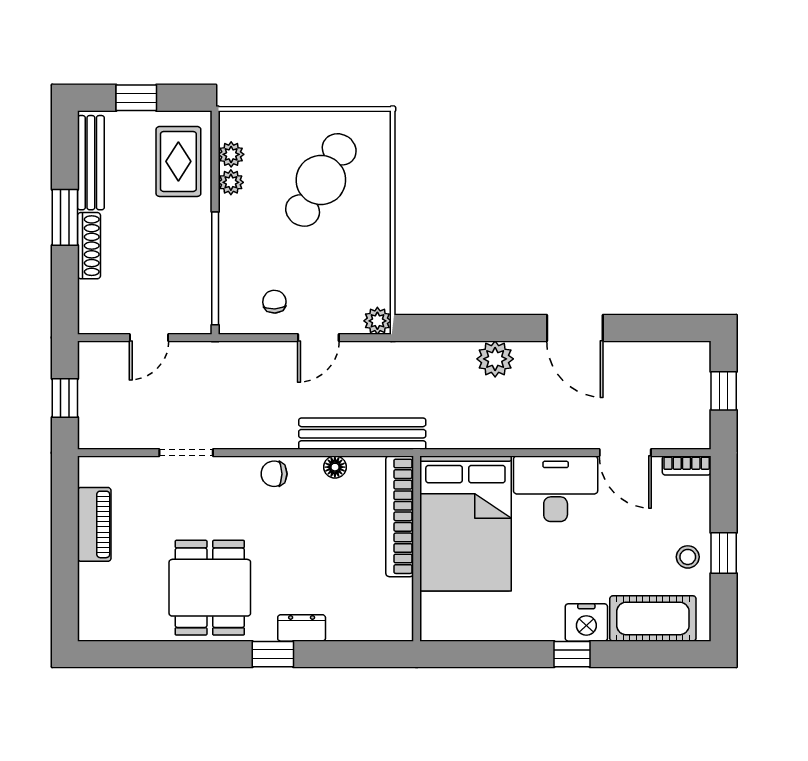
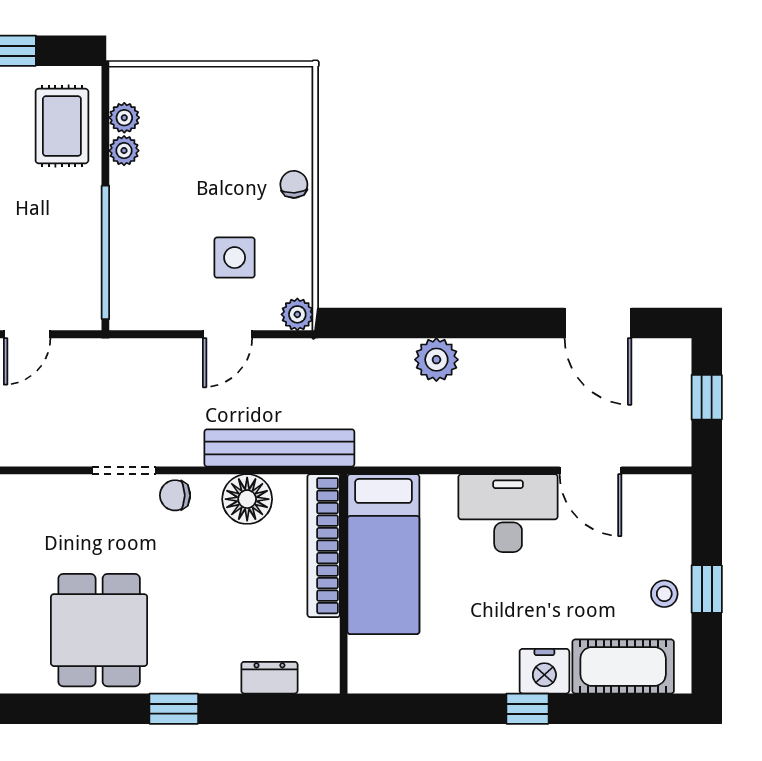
cafe table: (321, 180) -> (230, 148), removed
side table: (324, 273) -> (235, 258), added
chair: (274, 302) -> (294, 184), moved
door: (575, 328) -> (598, 323), moved
doorway: (186, 453) -> (124, 470), moved
bookcase: (687, 466) -> (663, 486), removed
floor lamp: (335, 467) -> (247, 499), width x1.89, depth x1.89
bed: (465, 523) -> (383, 554), width x0.67
dresser: (302, 628) -> (269, 678), moved

